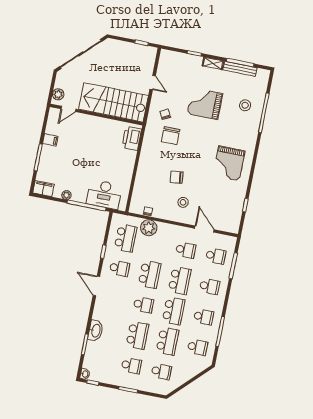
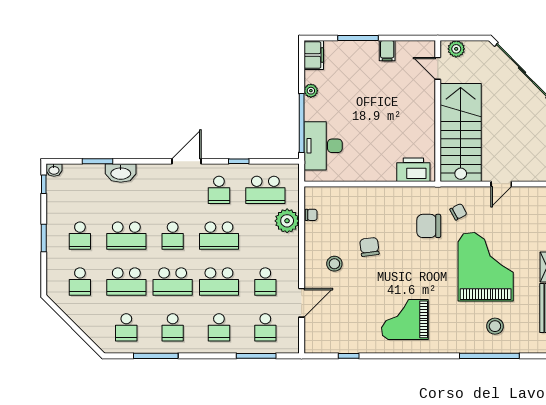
grand piano: (205, 104) -> (486, 267), width x1.37, depth x1.48

